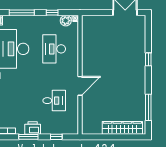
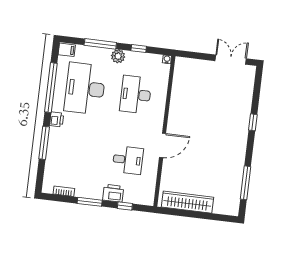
plant: (66, 21) -> (118, 56), moved
printer: (33, 128) -> (113, 193), moved
wardrobe: (122, 128) -> (187, 202), moved

